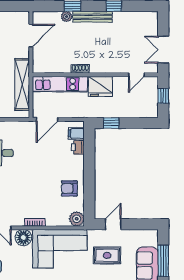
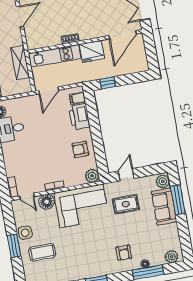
door: (136, 75) -> (123, 35), width x1.87
shelving: (22, 84) -> (20, 63), width x0.68
window: (163, 96) -> (150, 50), removed
printer: (78, 147) -> (79, 117), width x1.87, depth x1.48
plant: (151, 238) -> (163, 181), added

